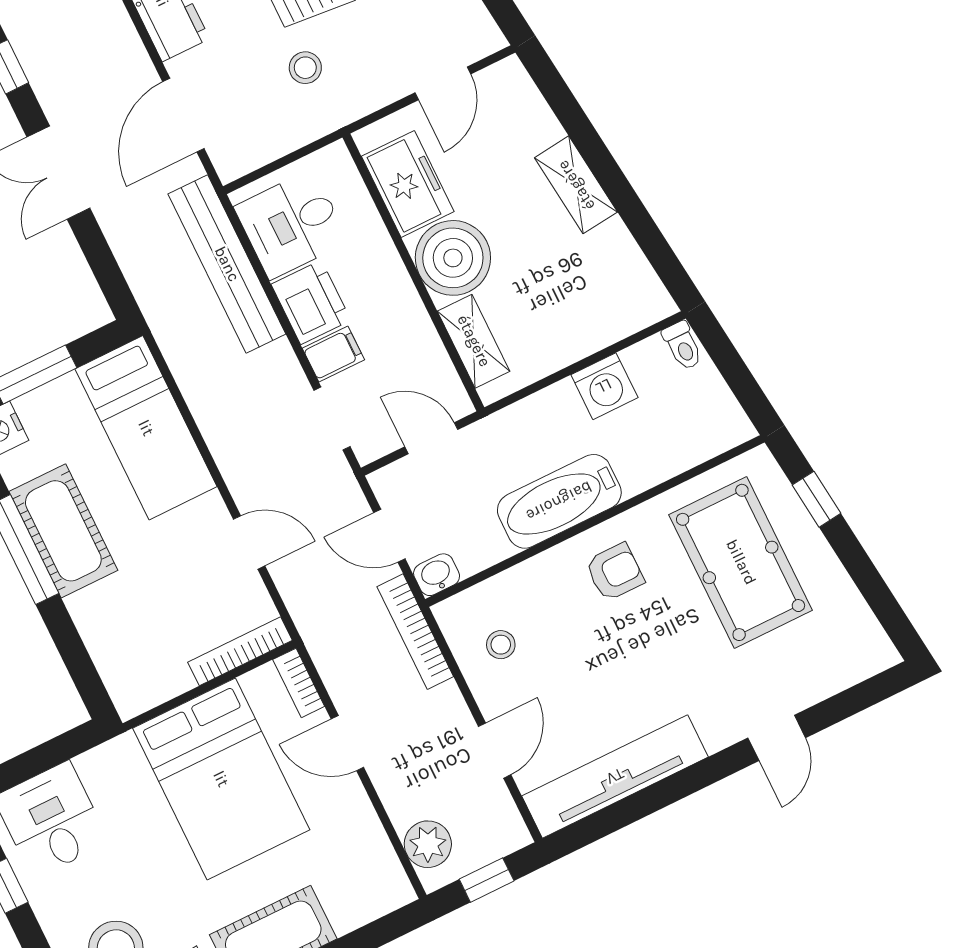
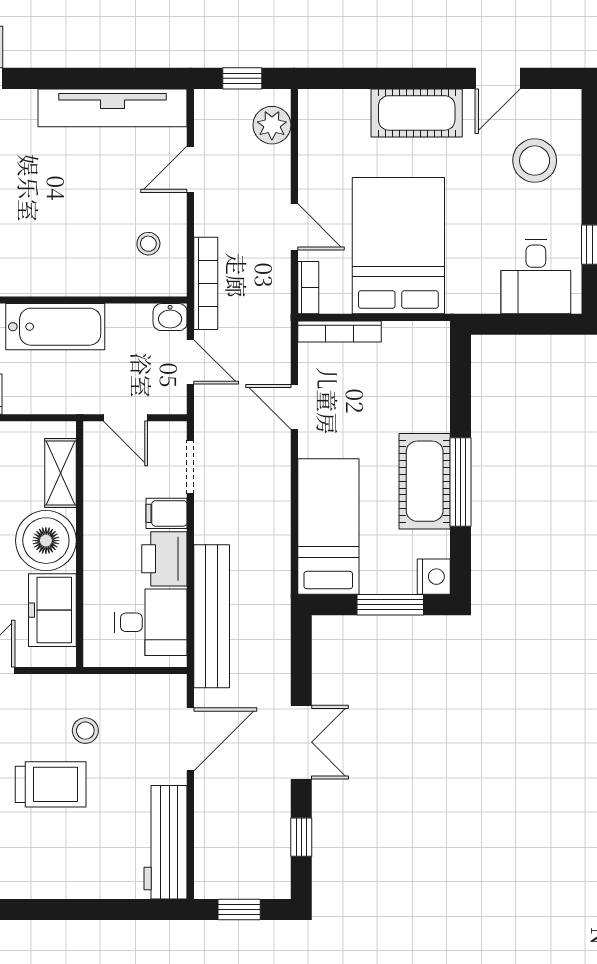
armchair: (615, 572) -> (40, 256), removed

